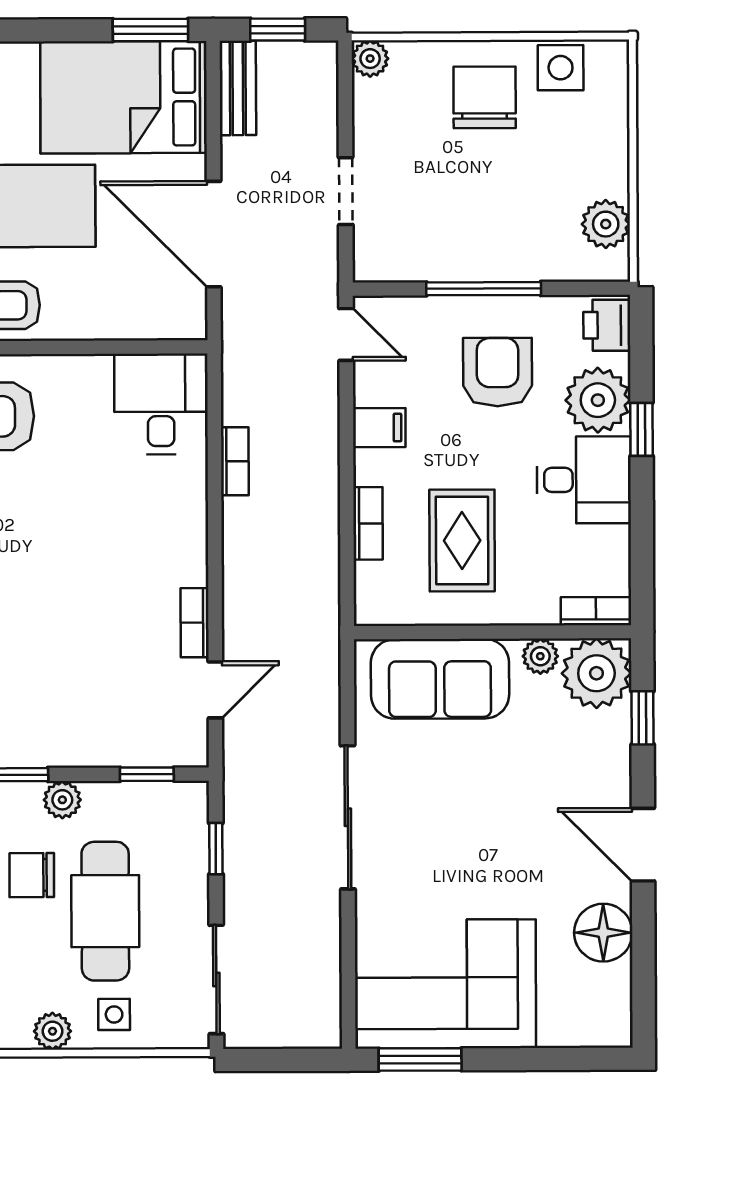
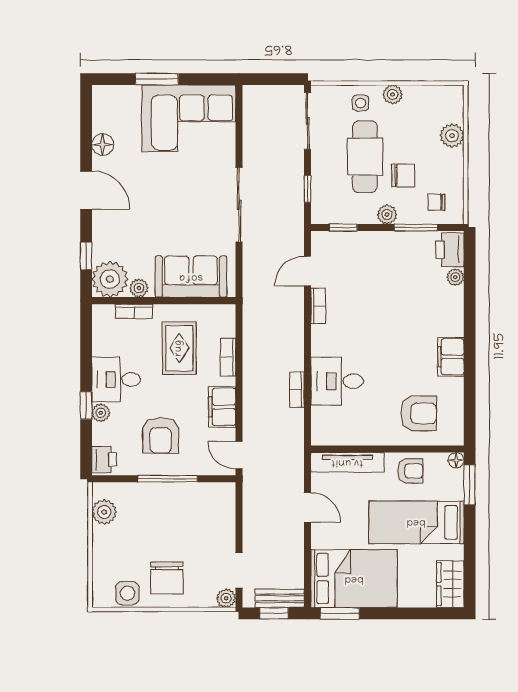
bench: (238, 88) -> (280, 598), moved, turned 90
doorway: (346, 191) -> (239, 570), moved
door: (214, 234) -> (308, 507), width x0.53
tv unit: (137, 321) -> (347, 462), added
plant: (598, 400) -> (101, 413), width x0.53, depth x0.53
desk: (161, 404) -> (337, 381), moved, turned 90
filing cabinet: (379, 428) -> (222, 407), width x2.00
bookcase: (596, 611) -> (134, 311), moved
floor lamp: (603, 933) -> (103, 145), width x0.73, depth x0.73
window: (420, 1060) -> (157, 79), moved

